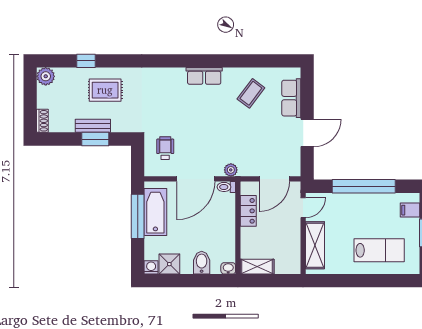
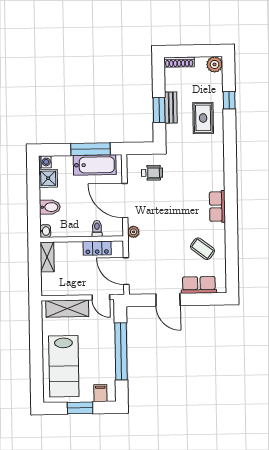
shoe rack: (42, 121) -> (179, 62), width x1.43
toilet: (226, 187) -> (97, 228), moved
lab bench: (379, 250) -> (64, 366), width x1.36, depth x1.39

